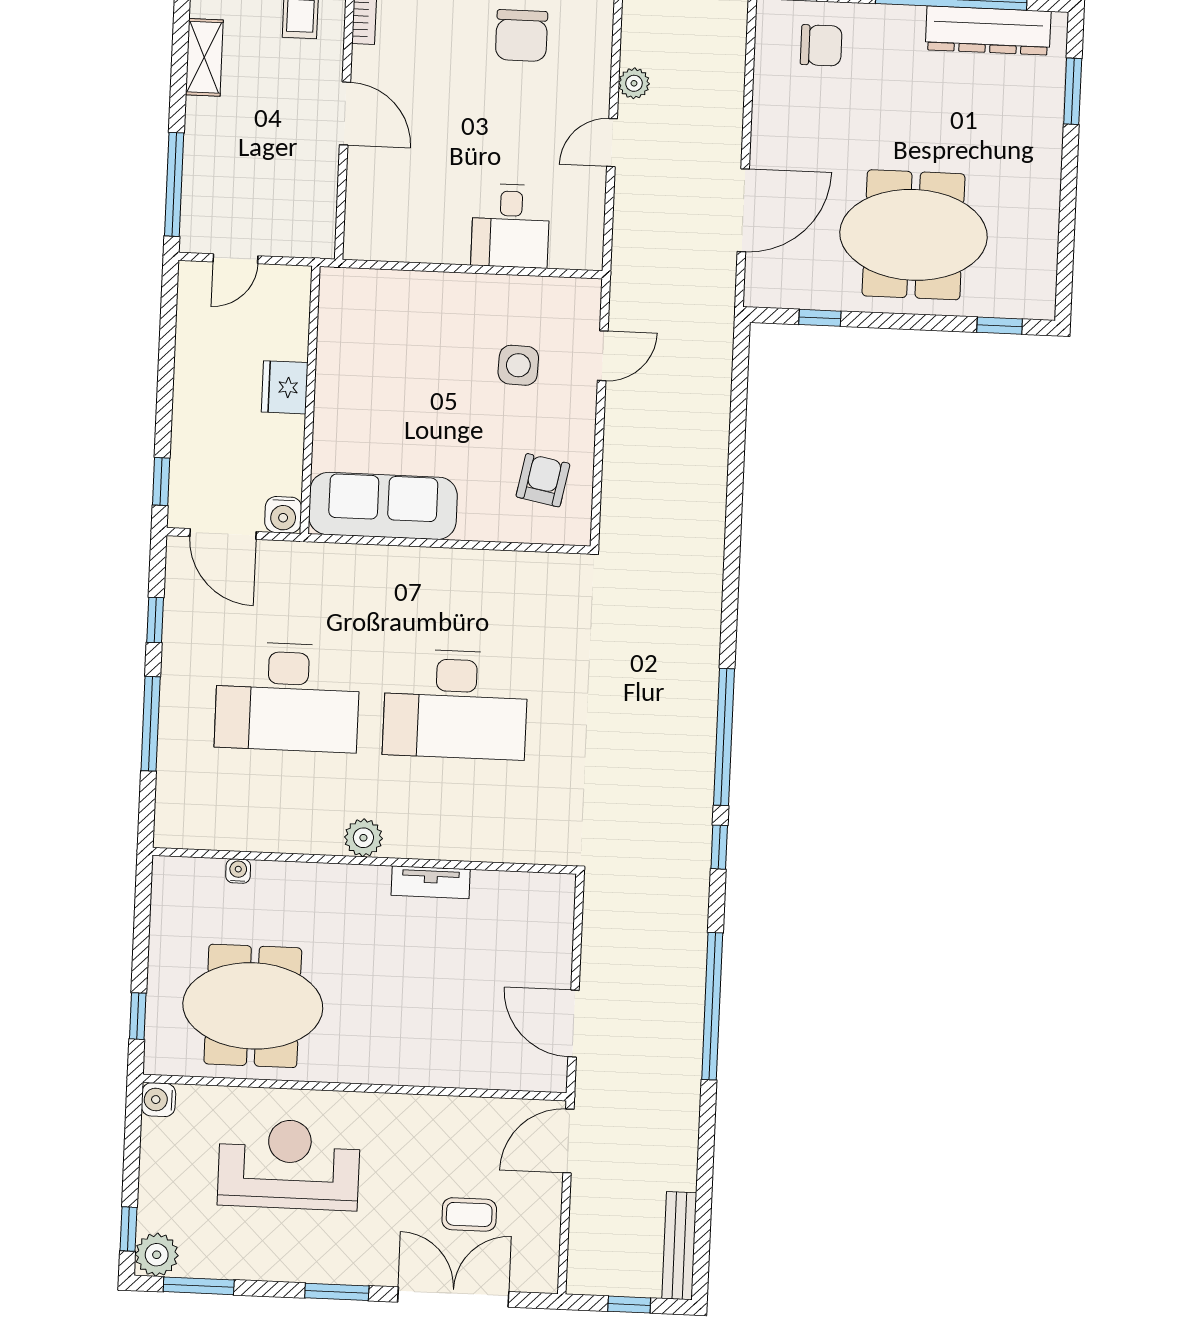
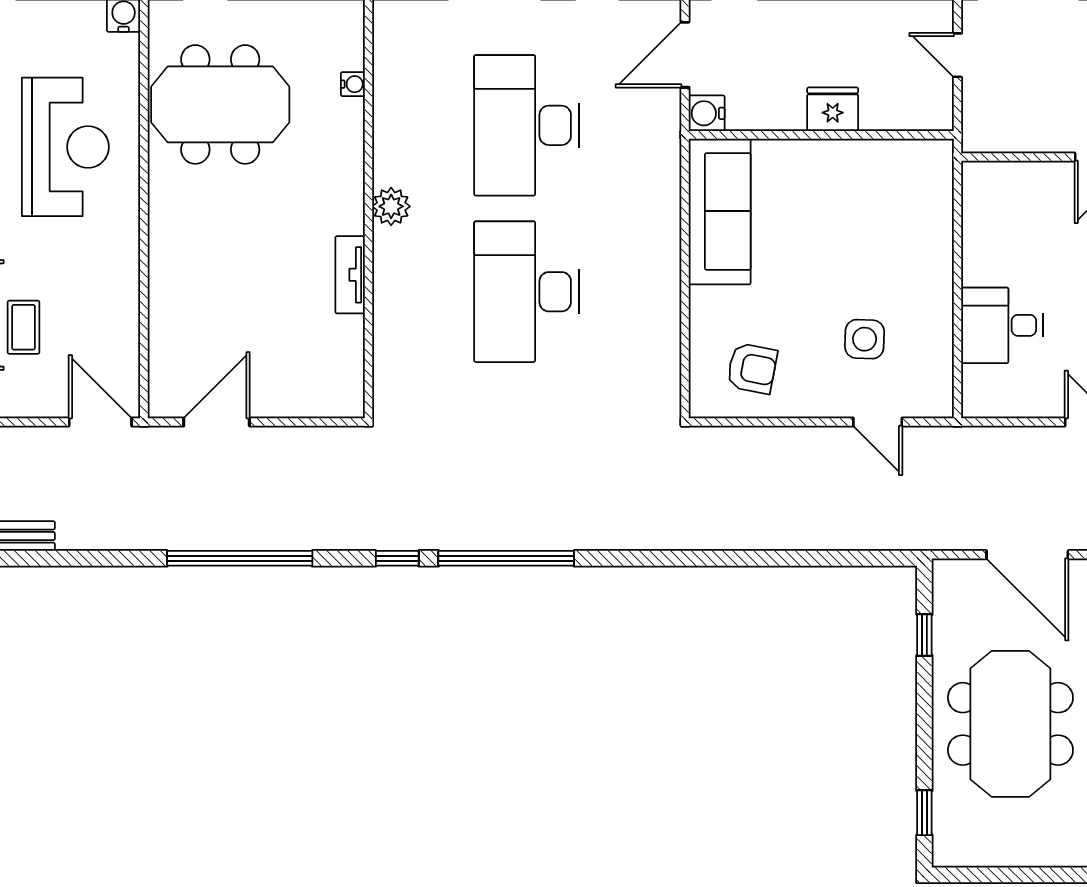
meeting table: (253, 1006) -> (220, 104), turned 90

